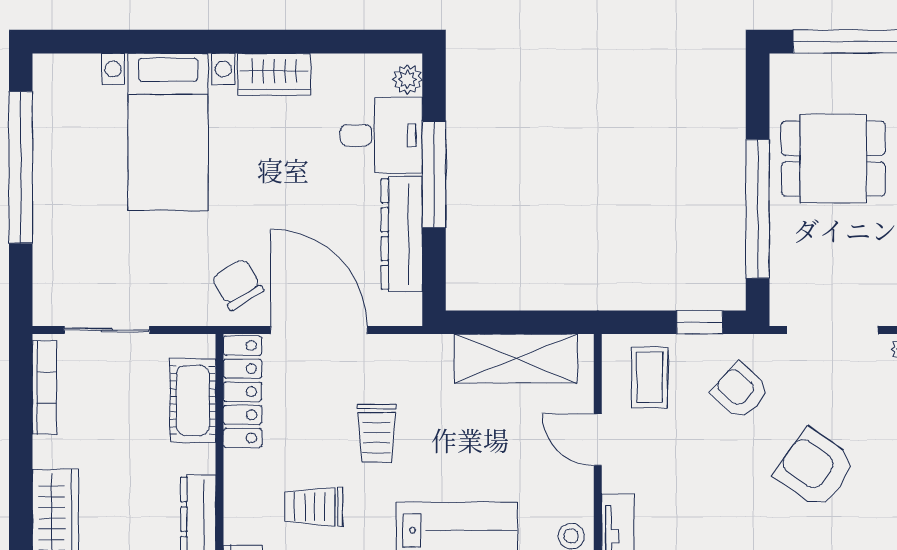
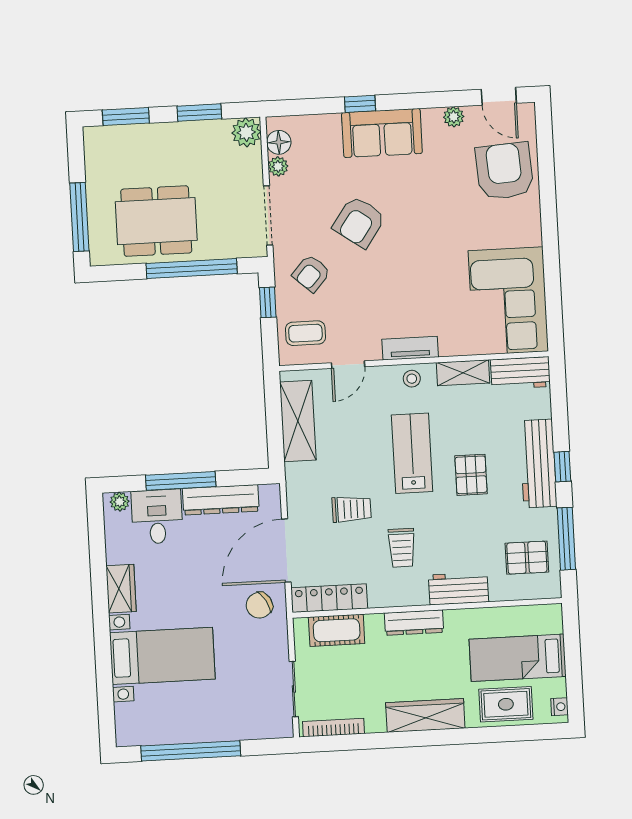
dining table: (833, 159) -> (156, 221), width x1.38

